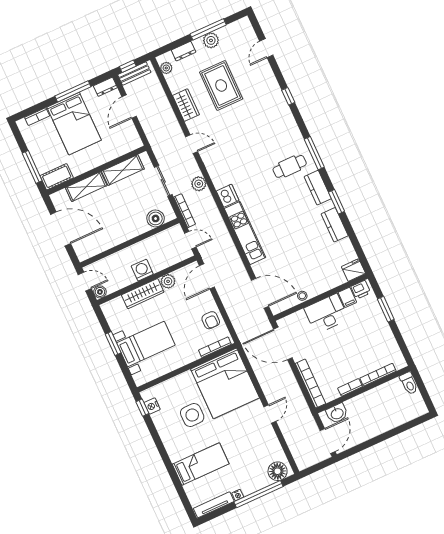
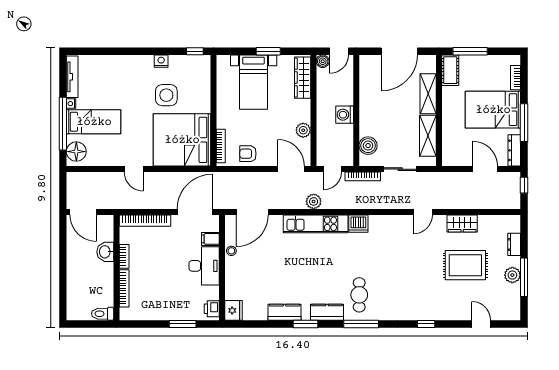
plant: (166, 68) -> (506, 221), removed
bench: (134, 74) -> (514, 188), removed
dresser: (105, 87) -> (514, 150), width x1.44
plant: (199, 184) -> (314, 201), moved
washing machine: (142, 270) -> (345, 115), moved, turned 180
wardrobe: (143, 294) -> (303, 78), moved
filing cabinet: (347, 297) -> (210, 239), moved
nightstand: (152, 406) -> (161, 61), moved
washbasin: (337, 413) -> (105, 252), moved
bed: (201, 464) -> (94, 122), moved, turned -90

